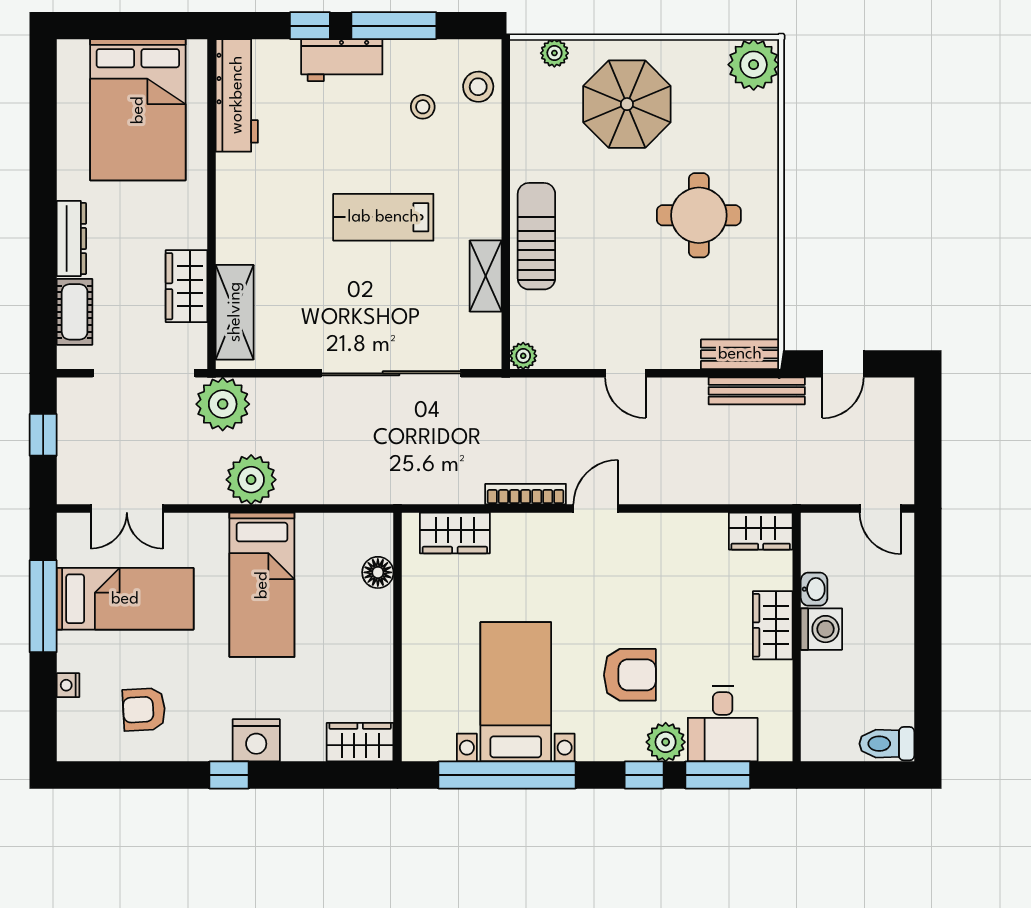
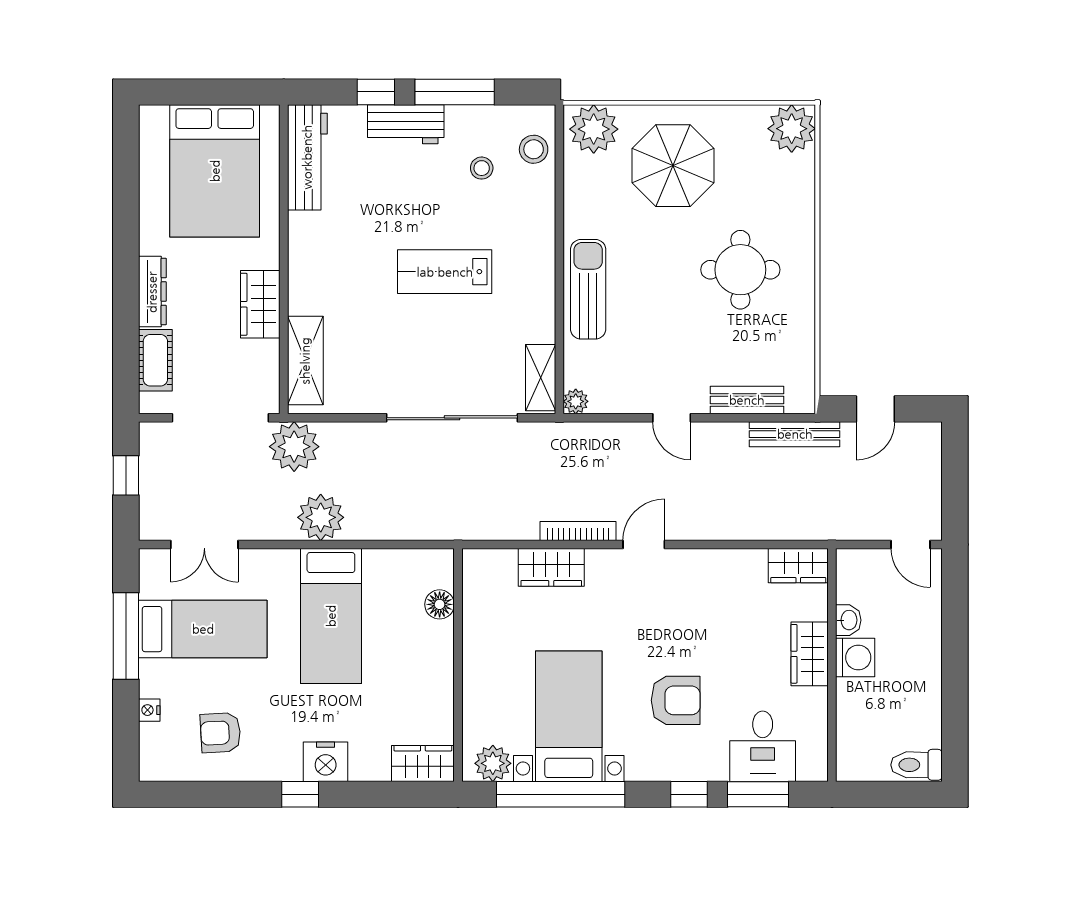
plant: (554, 53) -> (594, 129), width x1.87, depth x1.87
shelving: (486, 276) -> (541, 378), moved
wardrobe: (187, 286) -> (260, 304), moved
bench: (740, 354) -> (747, 400), moved
wardrobe: (455, 533) -> (551, 567), moved
plant: (666, 742) -> (493, 763), moved

